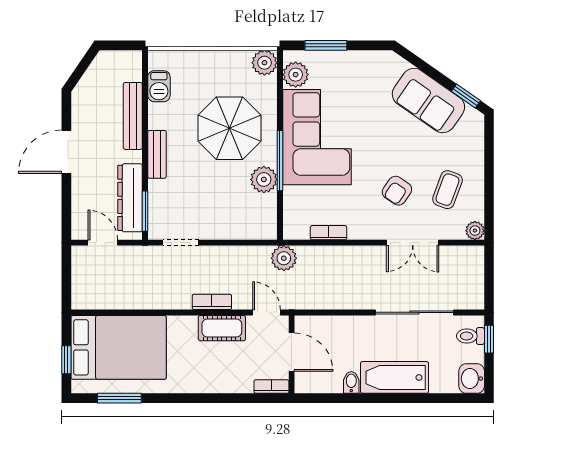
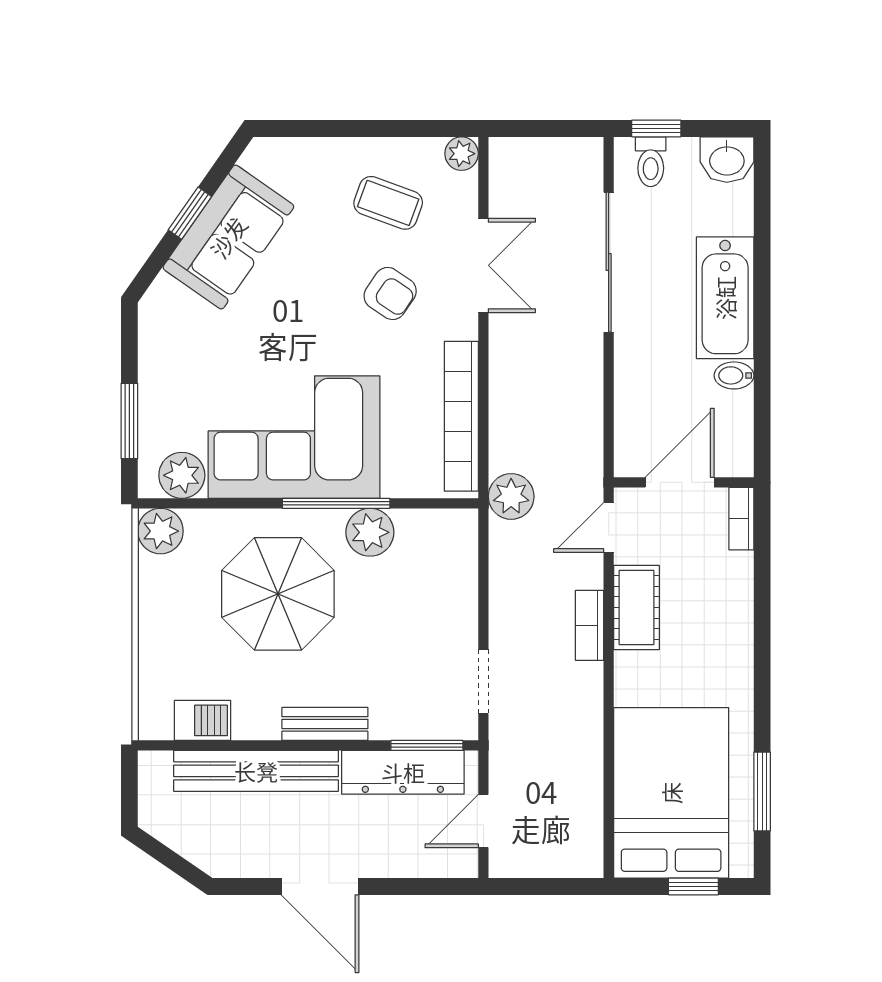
window: (466, 96) -> (190, 213), moved
bench: (133, 116) -> (256, 771), width x1.37, depth x1.21
bookcase: (329, 233) -> (461, 416), width x2.31, depth x1.31

